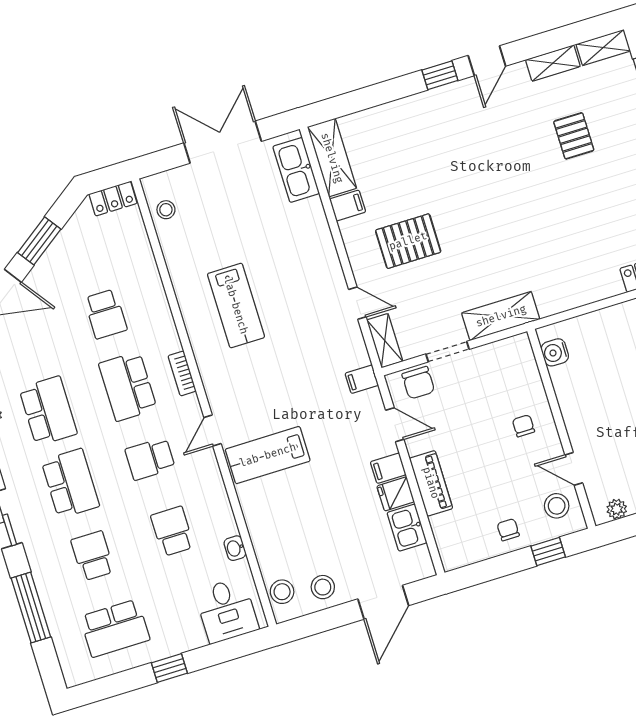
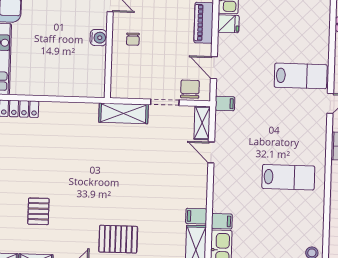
pallet: (408, 241) -> (118, 239), moved
lab bench: (236, 306) -> (288, 177), turned 90
water cooler: (555, 352) -> (98, 38), moved
filing cabinet: (388, 468) -> (222, 221), moved

